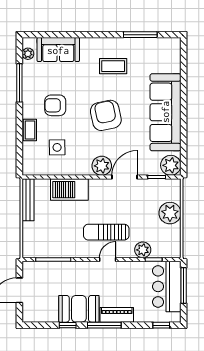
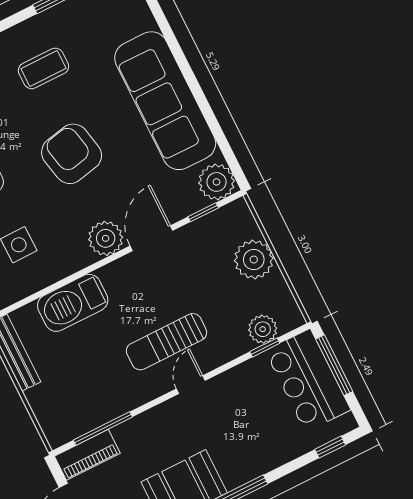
plant: (143, 250) -> (263, 329), moved
piano: (117, 315) -> (87, 455), moved, turned 180

